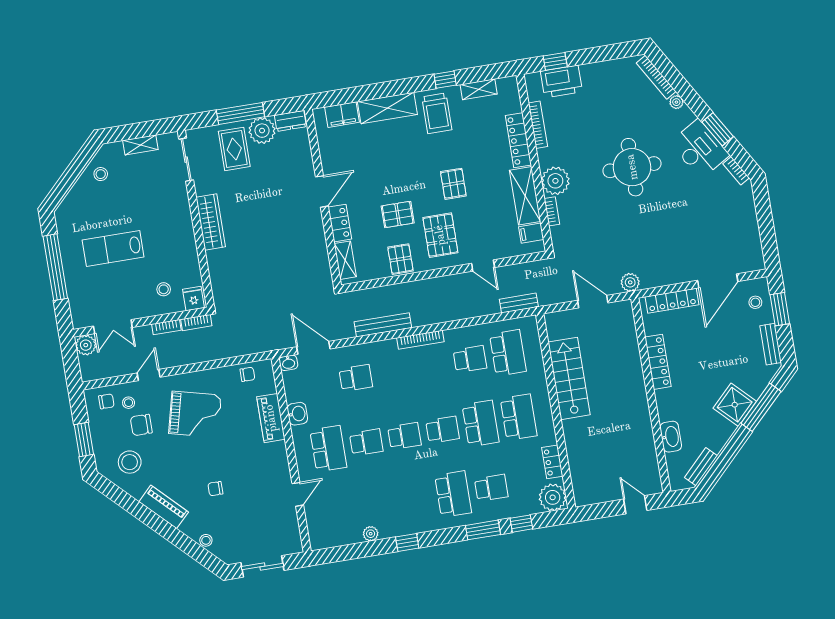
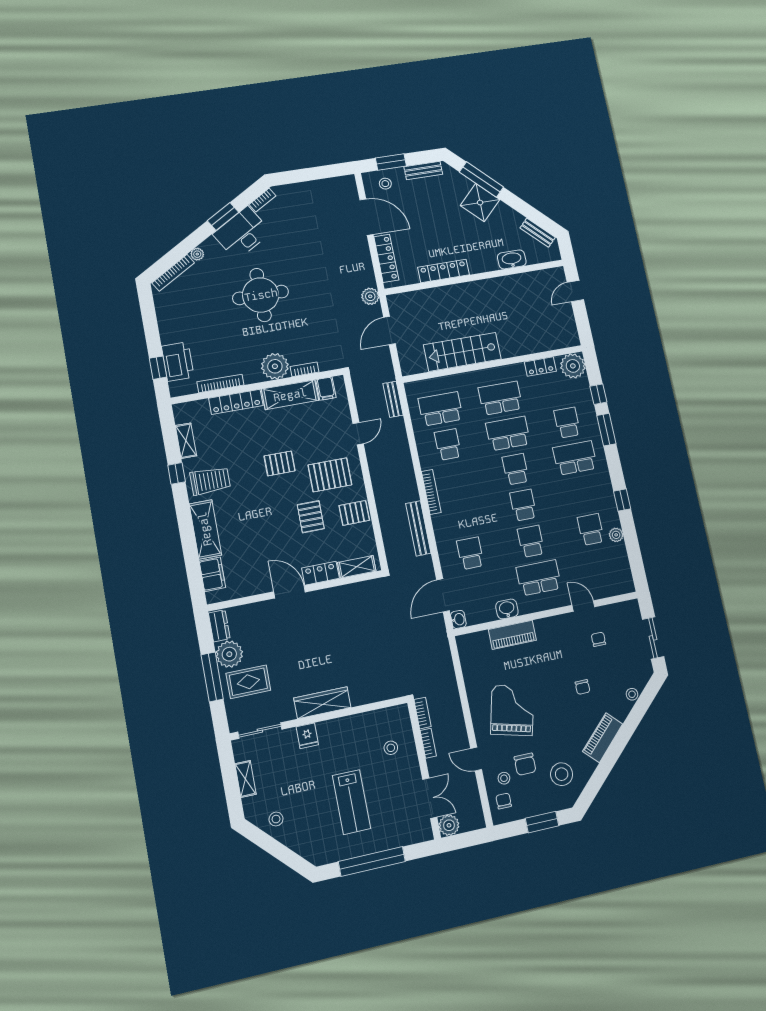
fridge: (194, 299) -> (307, 736), moved, turned -90
chair: (247, 374) -> (598, 639), moved
school desk: (377, 507) -> (591, 529), added

